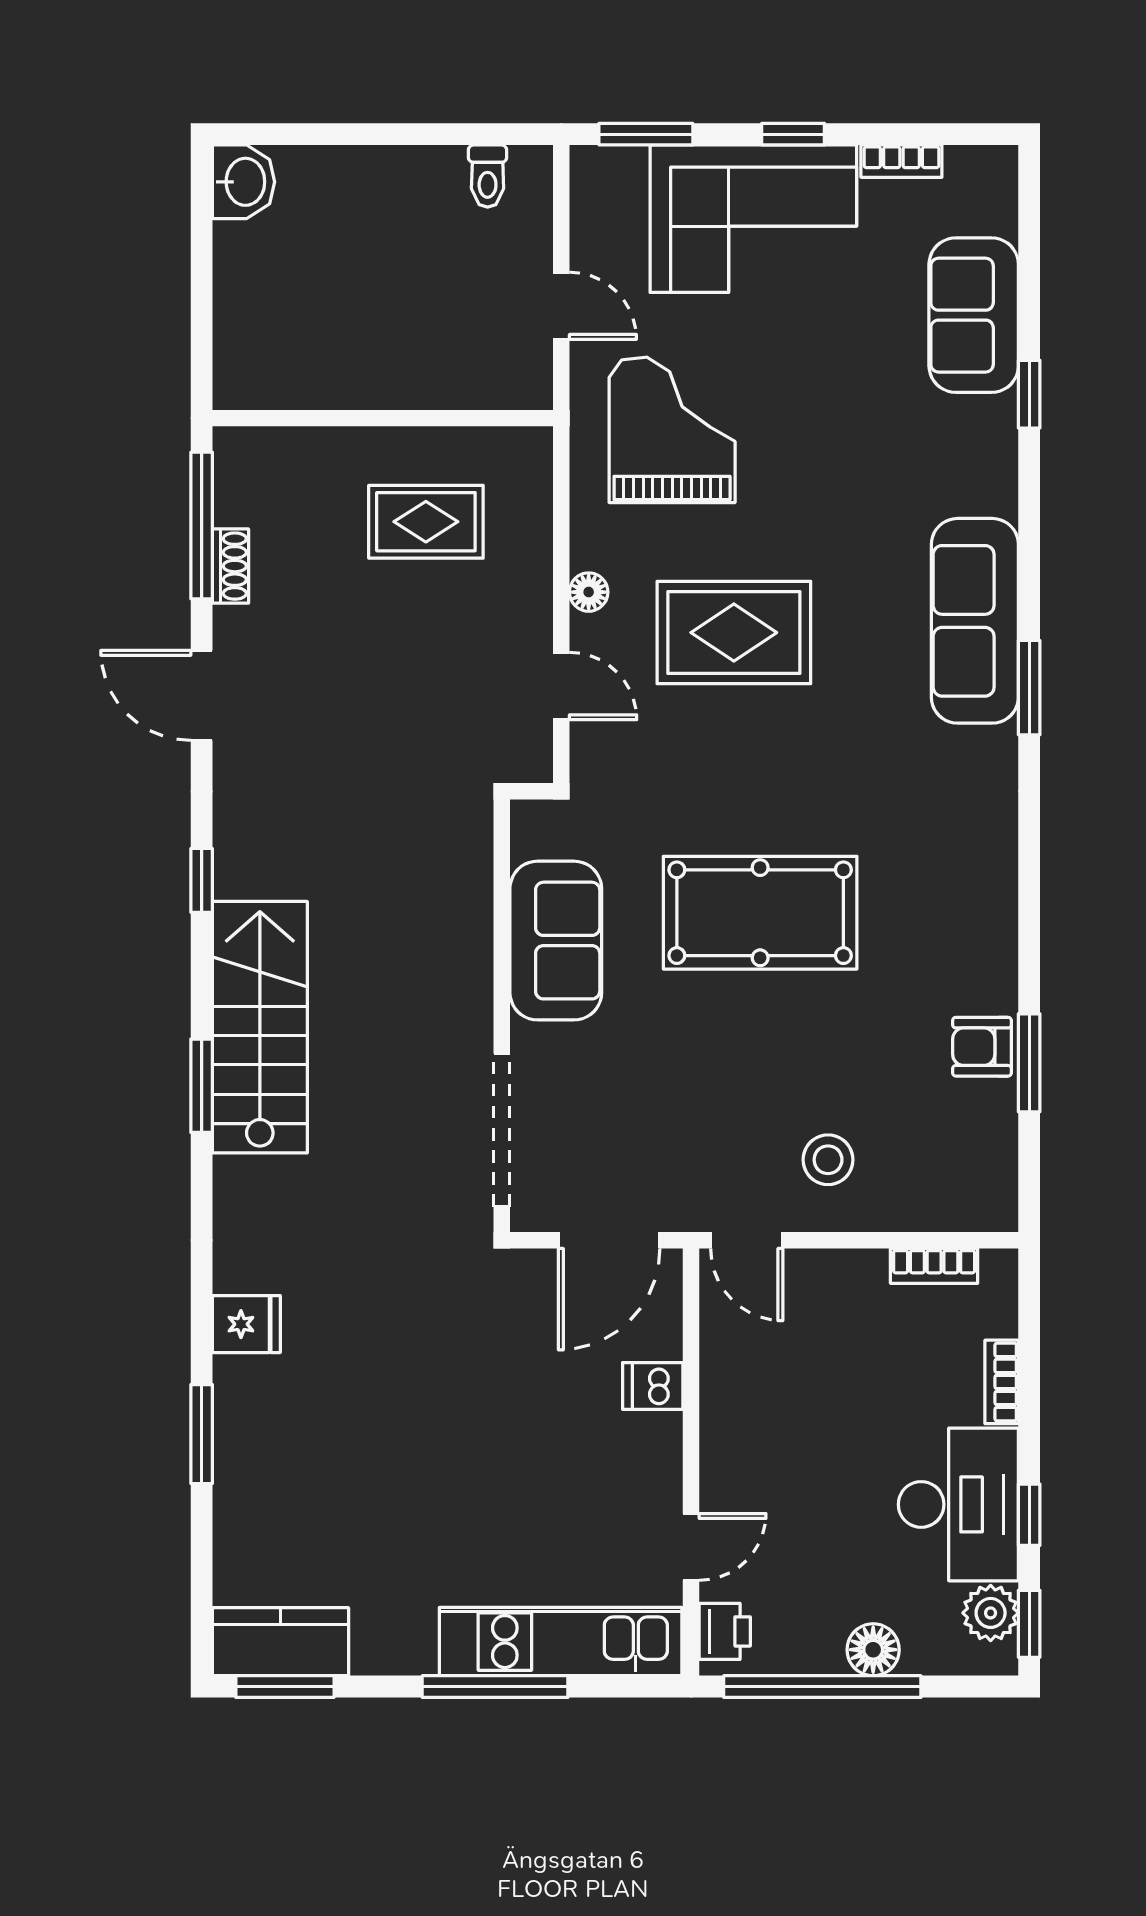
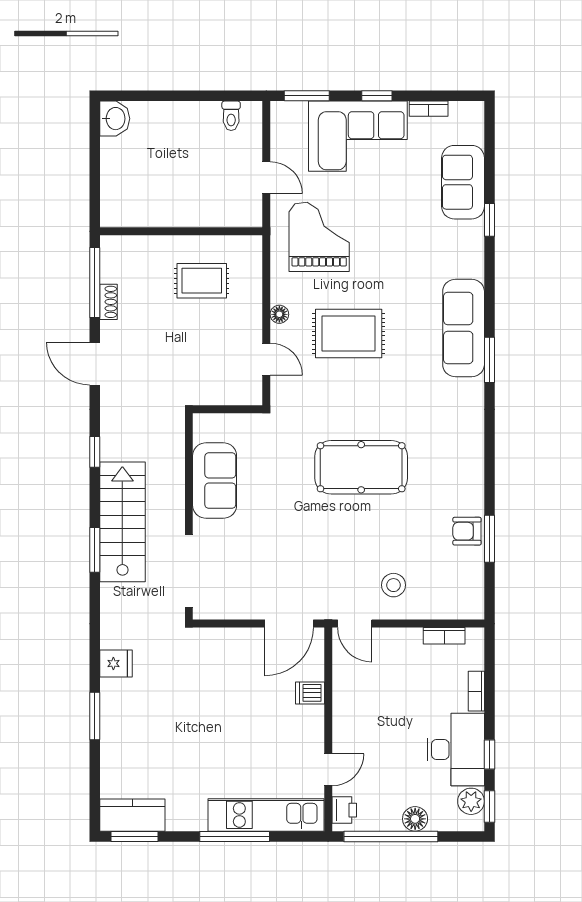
sofa: (556, 941) -> (215, 481), moved
wall: (502, 1016) -> (189, 516), moved
doorway: (502, 1130) -> (189, 571), moved

